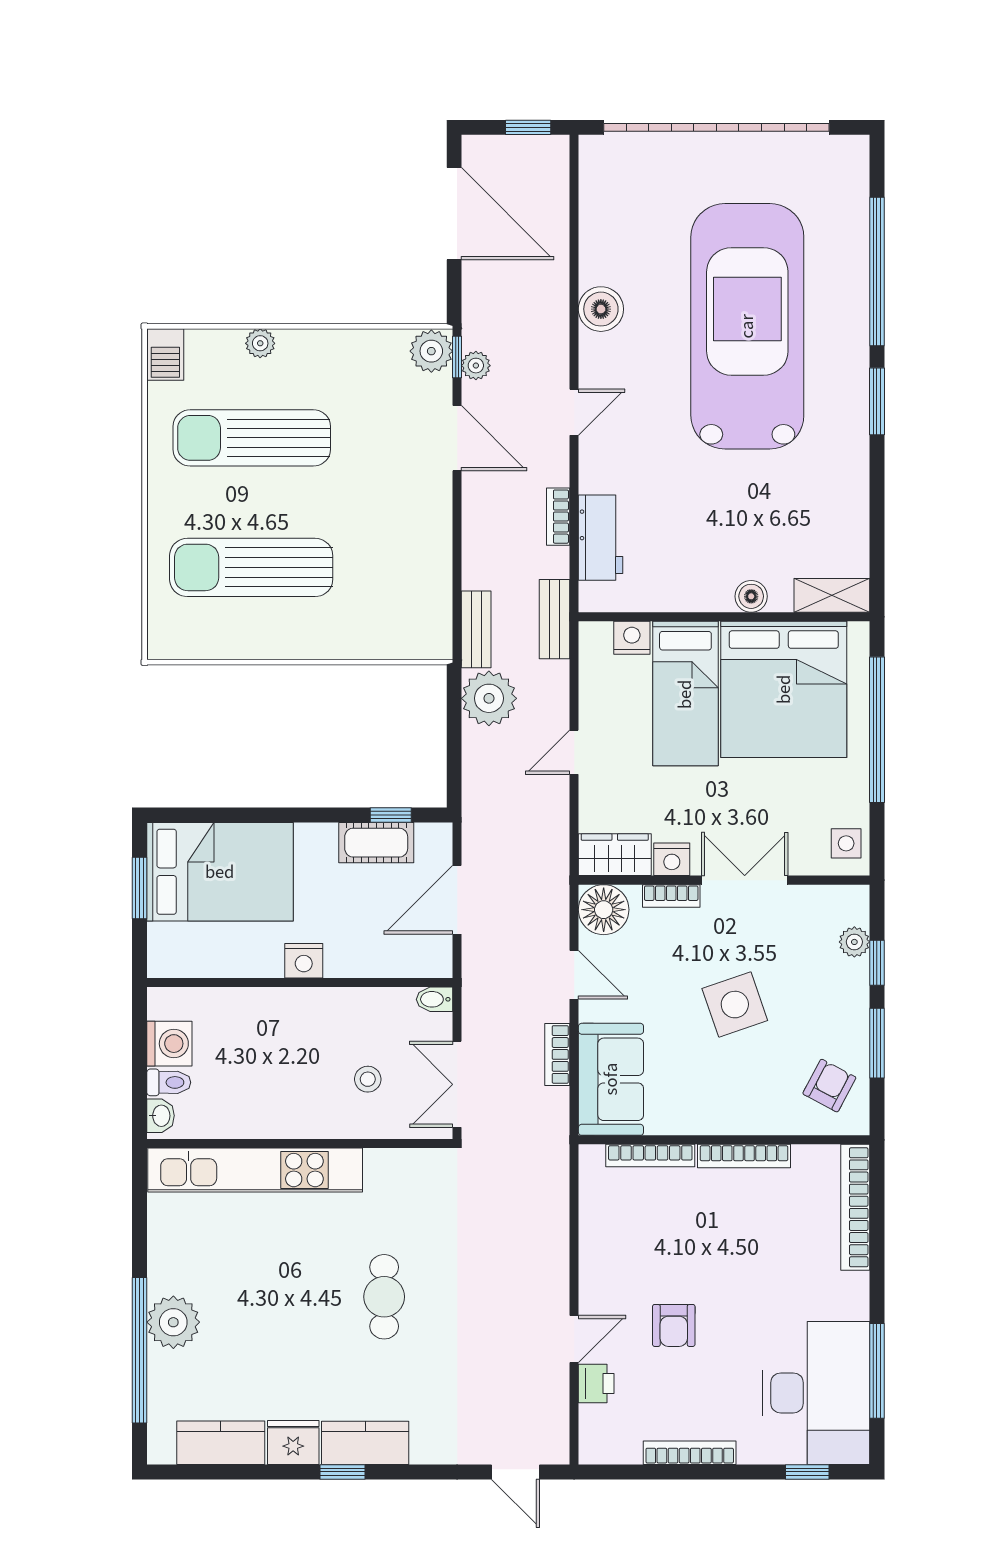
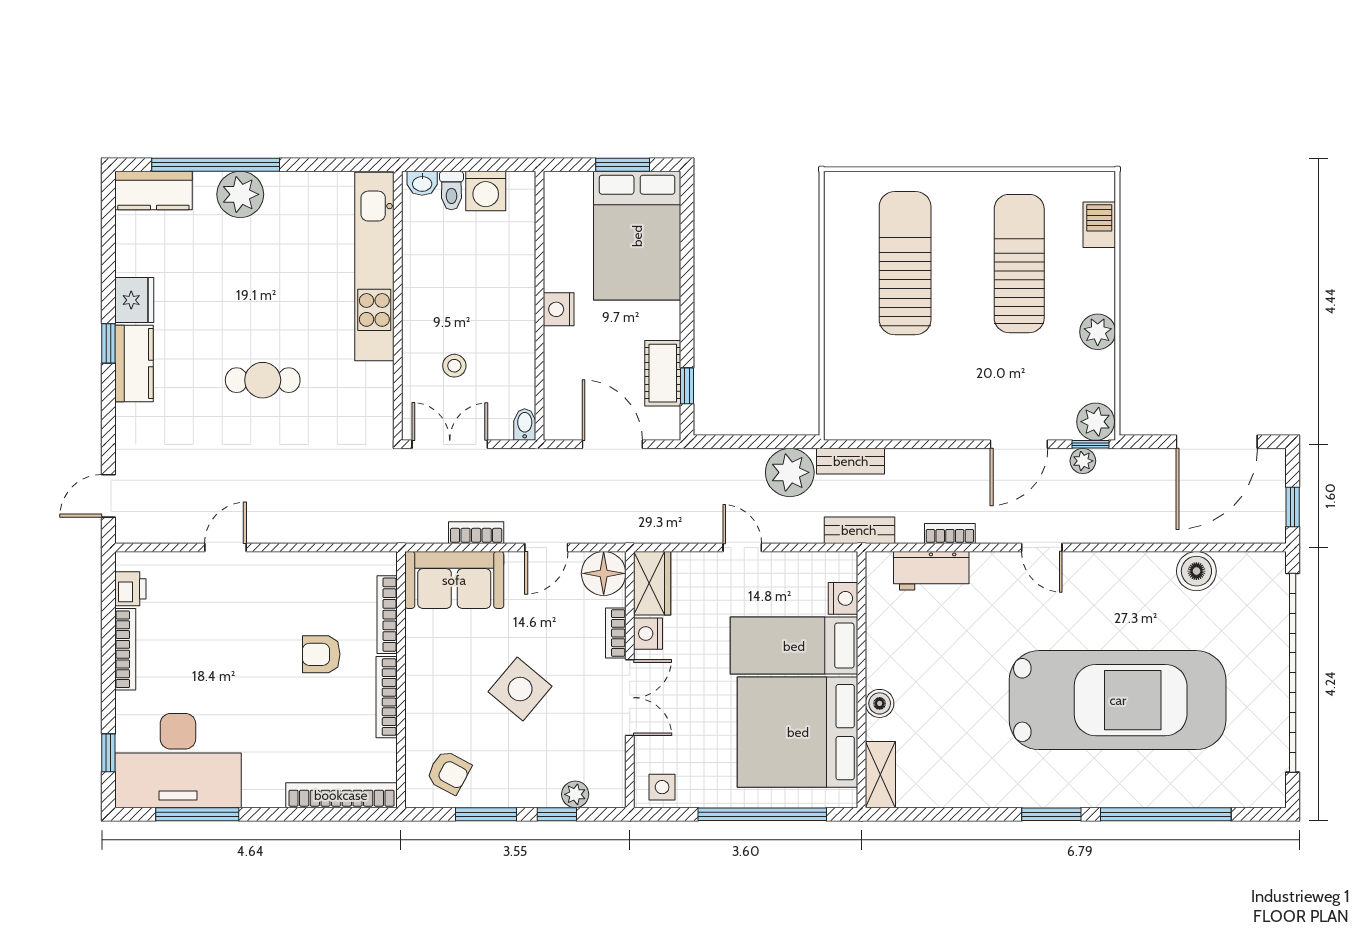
boiler: (601, 309) -> (1196, 571), moved
plant: (260, 343) -> (1098, 332), moved, width x1.38, depth x1.38
barbecue: (165, 355) -> (1099, 225), moved, turned 90
side table: (735, 1005) -> (520, 689), turned -31
armchair: (674, 1325) -> (321, 654), moved
door: (574, 1339) -> (225, 547), swing flipped
printer: (596, 1383) -> (130, 589), moved, turned -90
kitchen counter: (221, 1443) -> (153, 190), moved, turned 90

